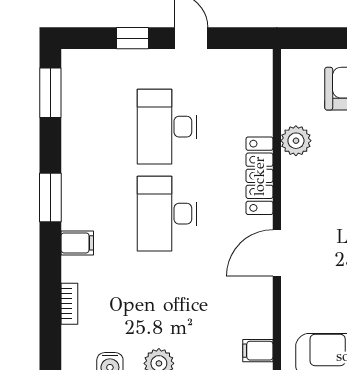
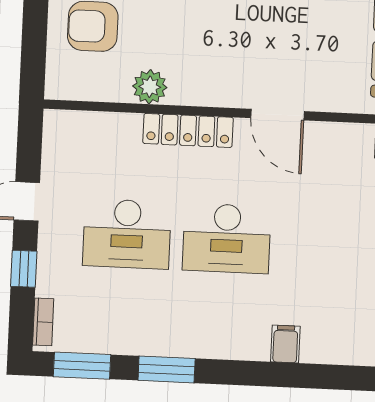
window: (50, 198) -> (167, 369), moved
filing cabinet: (77, 243) -> (285, 344), moved
bookcase: (69, 304) -> (43, 322), moved, turned 90

